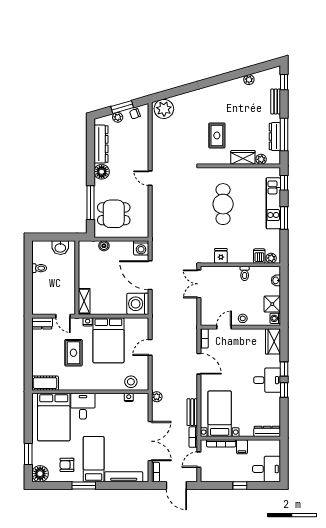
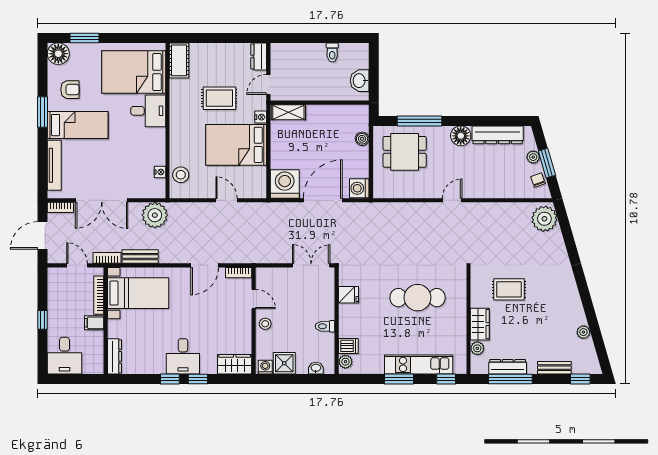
dining table: (114, 214) -> (405, 152), turned 90
plant: (157, 397) -> (155, 215), width x1.87, depth x1.87
armchair: (67, 465) -> (70, 90), turned 90

